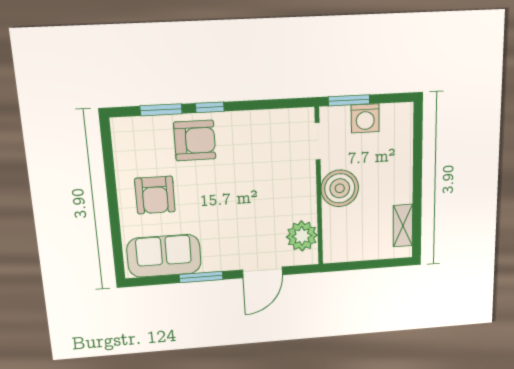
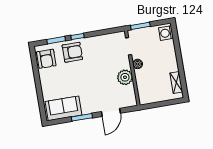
washing machine: (365, 118) -> (166, 33), moved, turned 90
boiler: (340, 188) -> (138, 64), width x0.54, depth x0.54
armchair: (155, 195) -> (46, 59), moved
plant: (302, 236) -> (125, 77), moved

